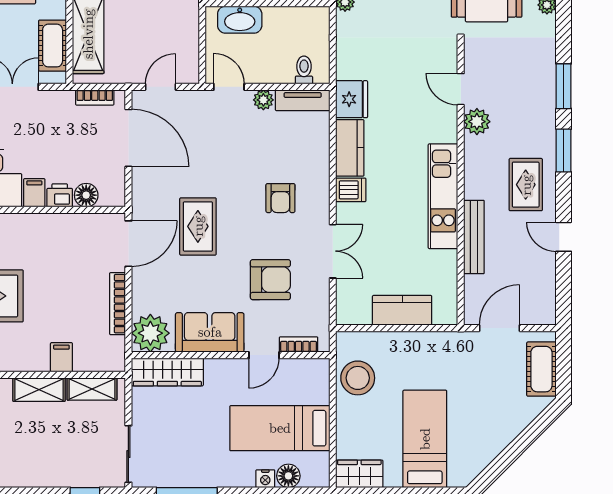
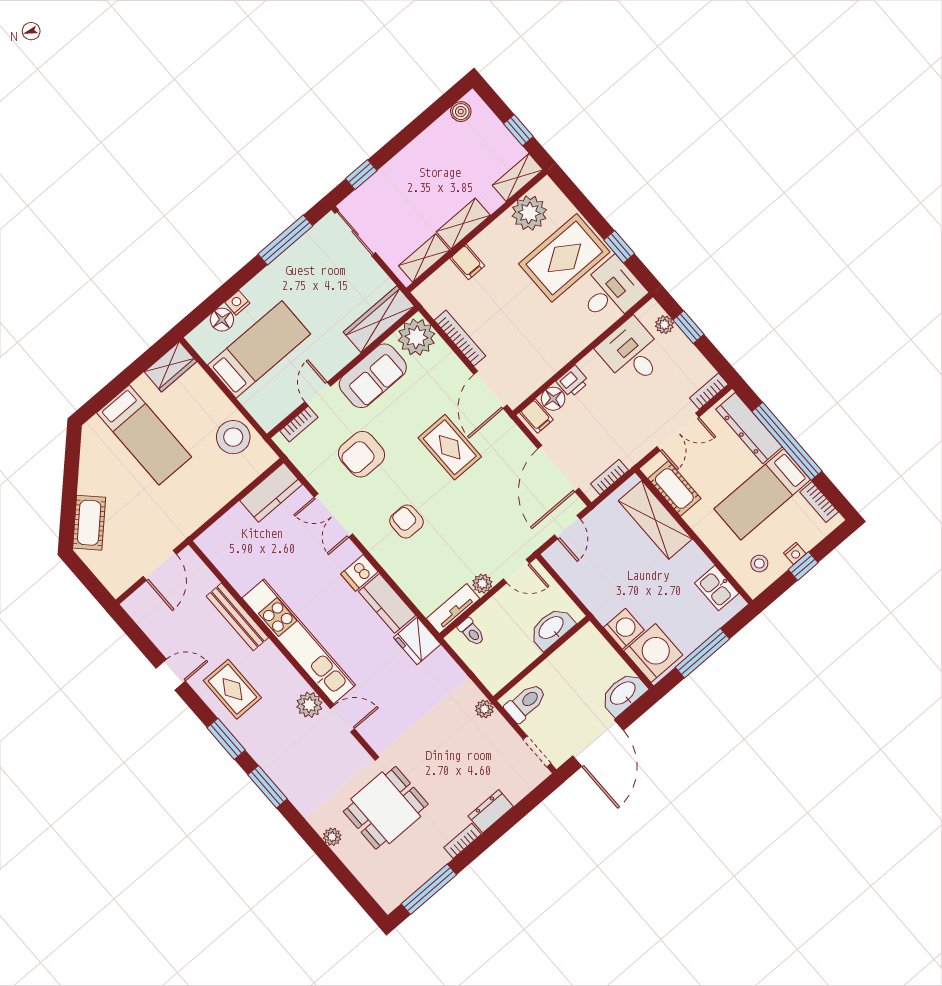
door: (128, 138) -> (558, 468), hinge flipped
filing cabinet: (34, 193) -> (536, 416), moved
kitchen unit: (443, 196) -> (299, 642), width x1.36
kitchen counter: (402, 310) -> (271, 492), moved
cot: (541, 369) -> (89, 523), moved, turned 45

